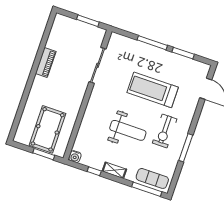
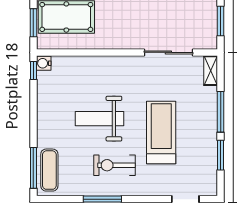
weight bench: (128, 130) -> (99, 119), turned 90
shelving: (114, 170) -> (211, 71), moved
window: (94, 171) -> (33, 70), moved

